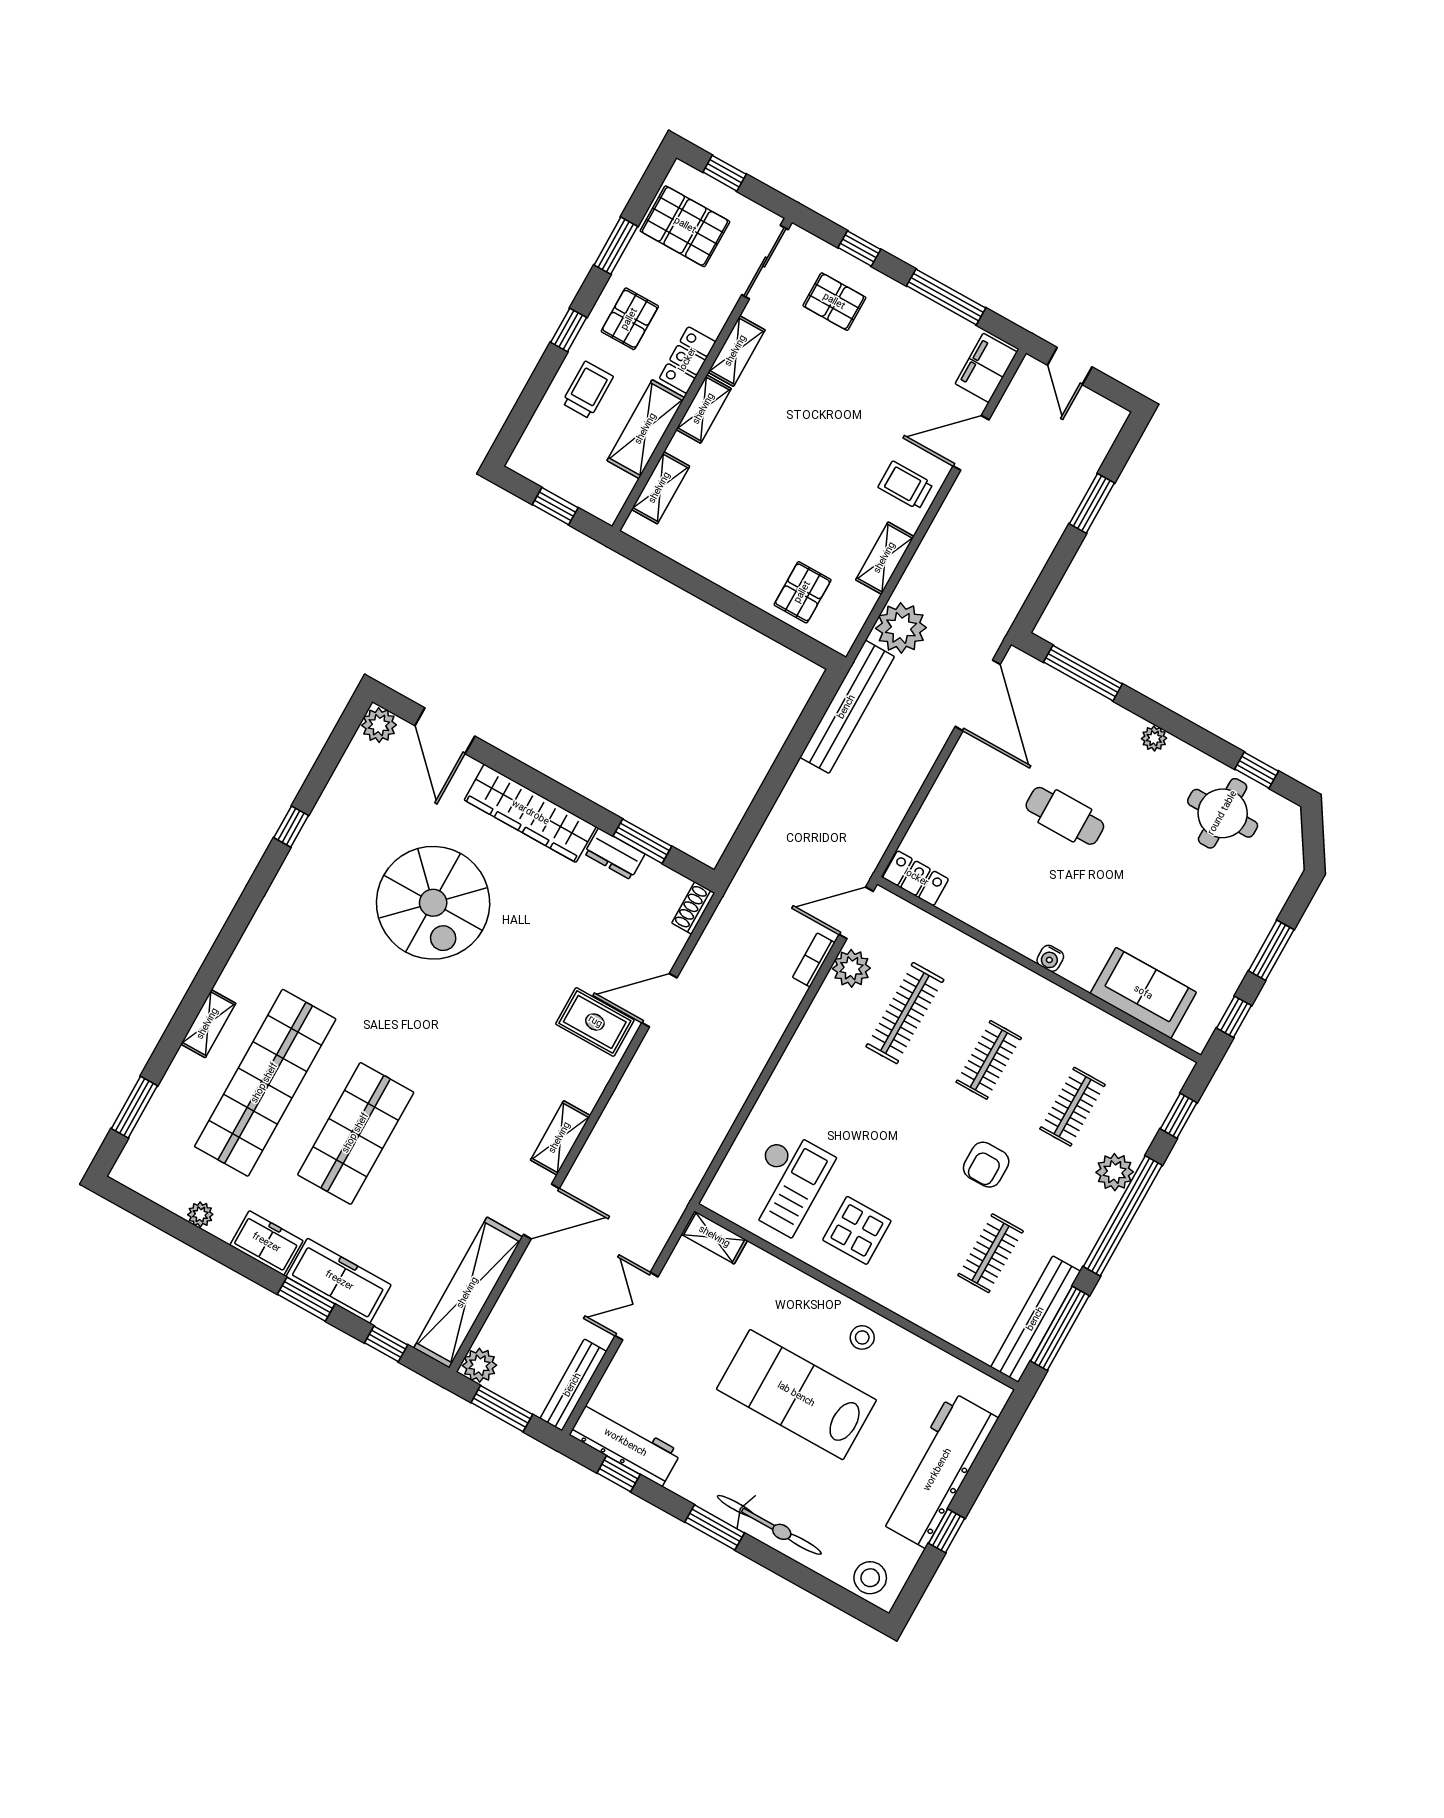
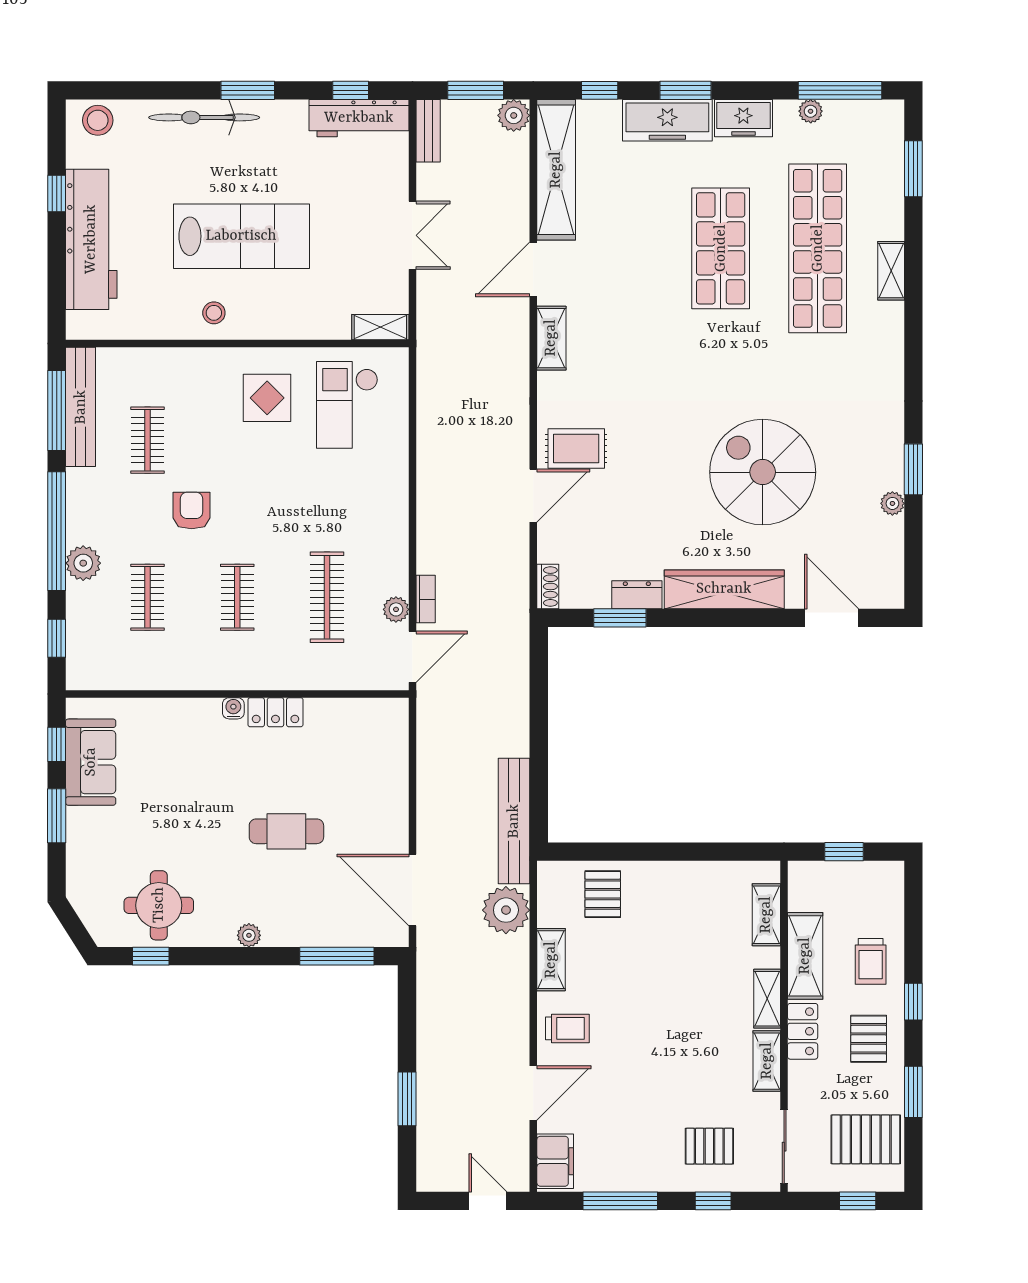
plant: (379, 725) -> (892, 503), moved, width x0.73, depth x0.73
window: (291, 827) -> (913, 469), width x1.50
locker: (916, 878) -> (275, 712), moved
plant: (851, 968) -> (396, 609), width x0.73, depth x0.73
sofa: (1143, 993) -> (91, 762), moved, turned -90
window: (162, 1219) -> (840, 90), added
bench: (573, 1385) -> (428, 131), width x0.73

